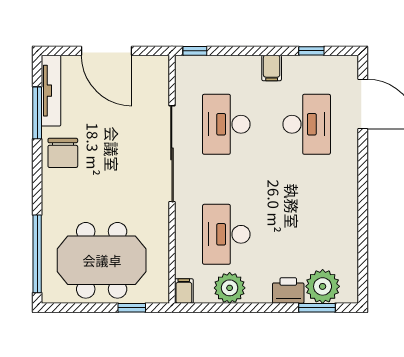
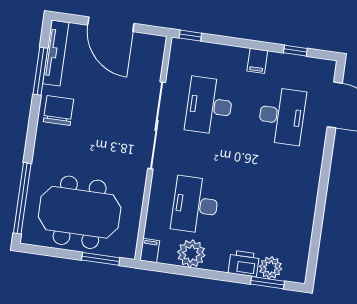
chair: (63, 153) -> (58, 111), turned 180
plant: (323, 286) -> (271, 268), width x0.73, depth x0.73
window: (132, 308) -> (101, 259), width x1.50

